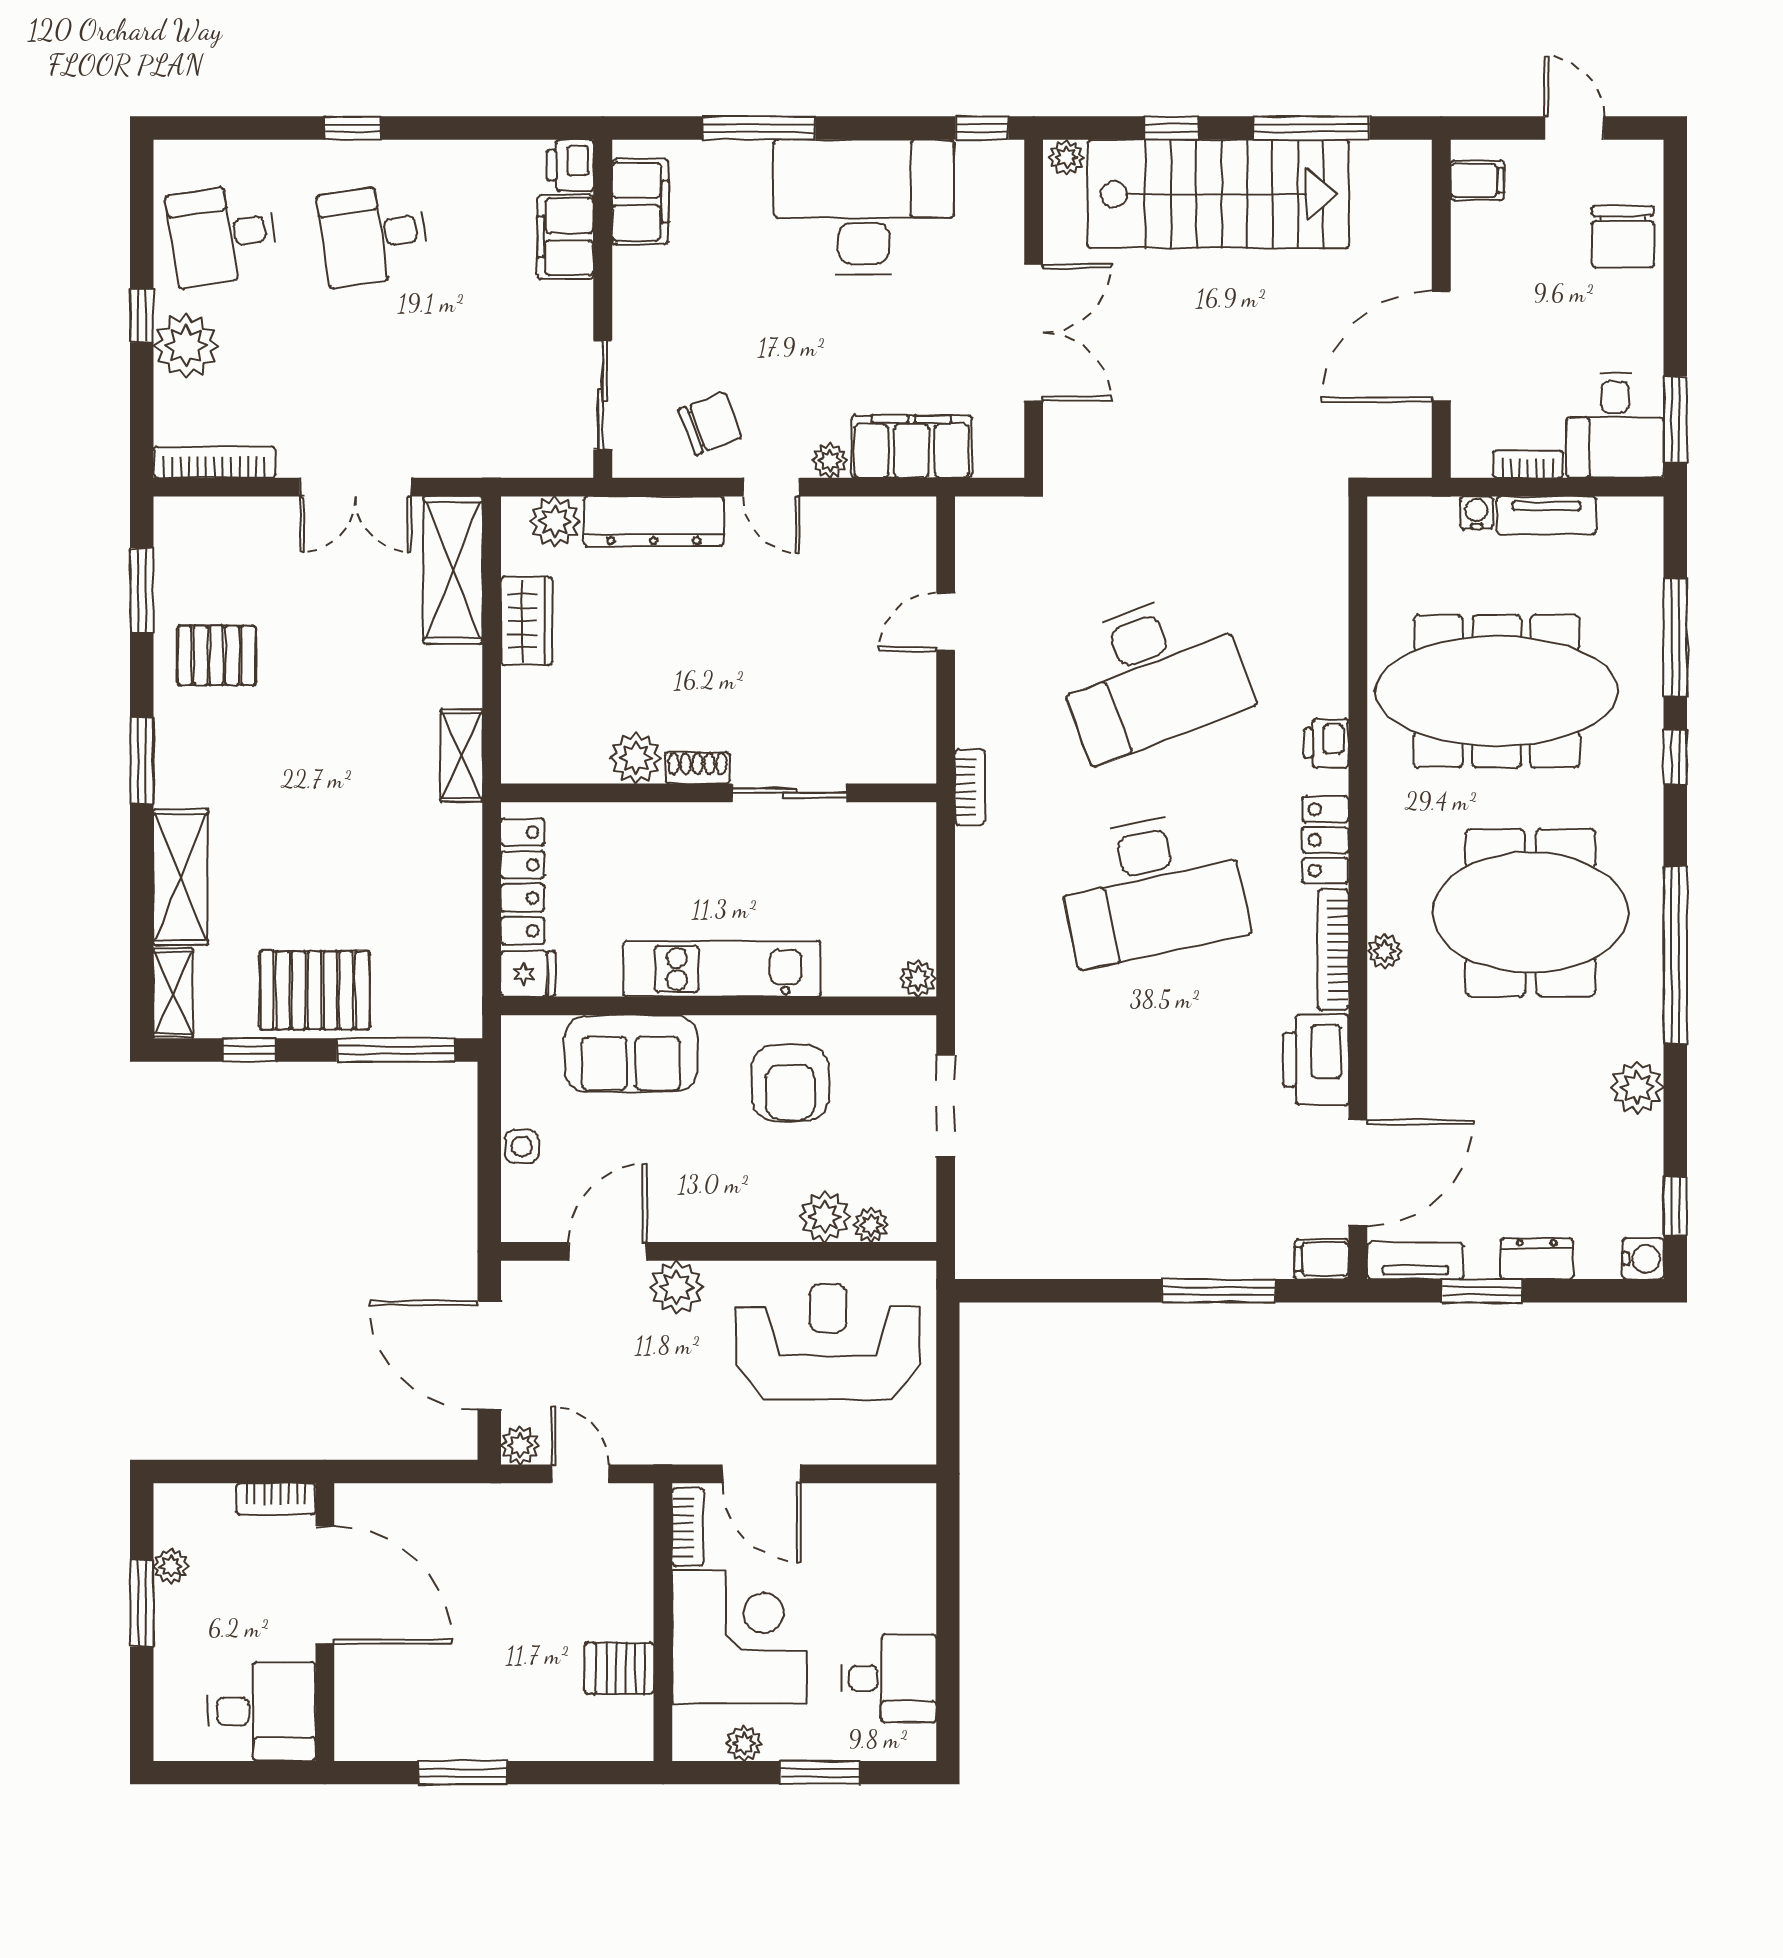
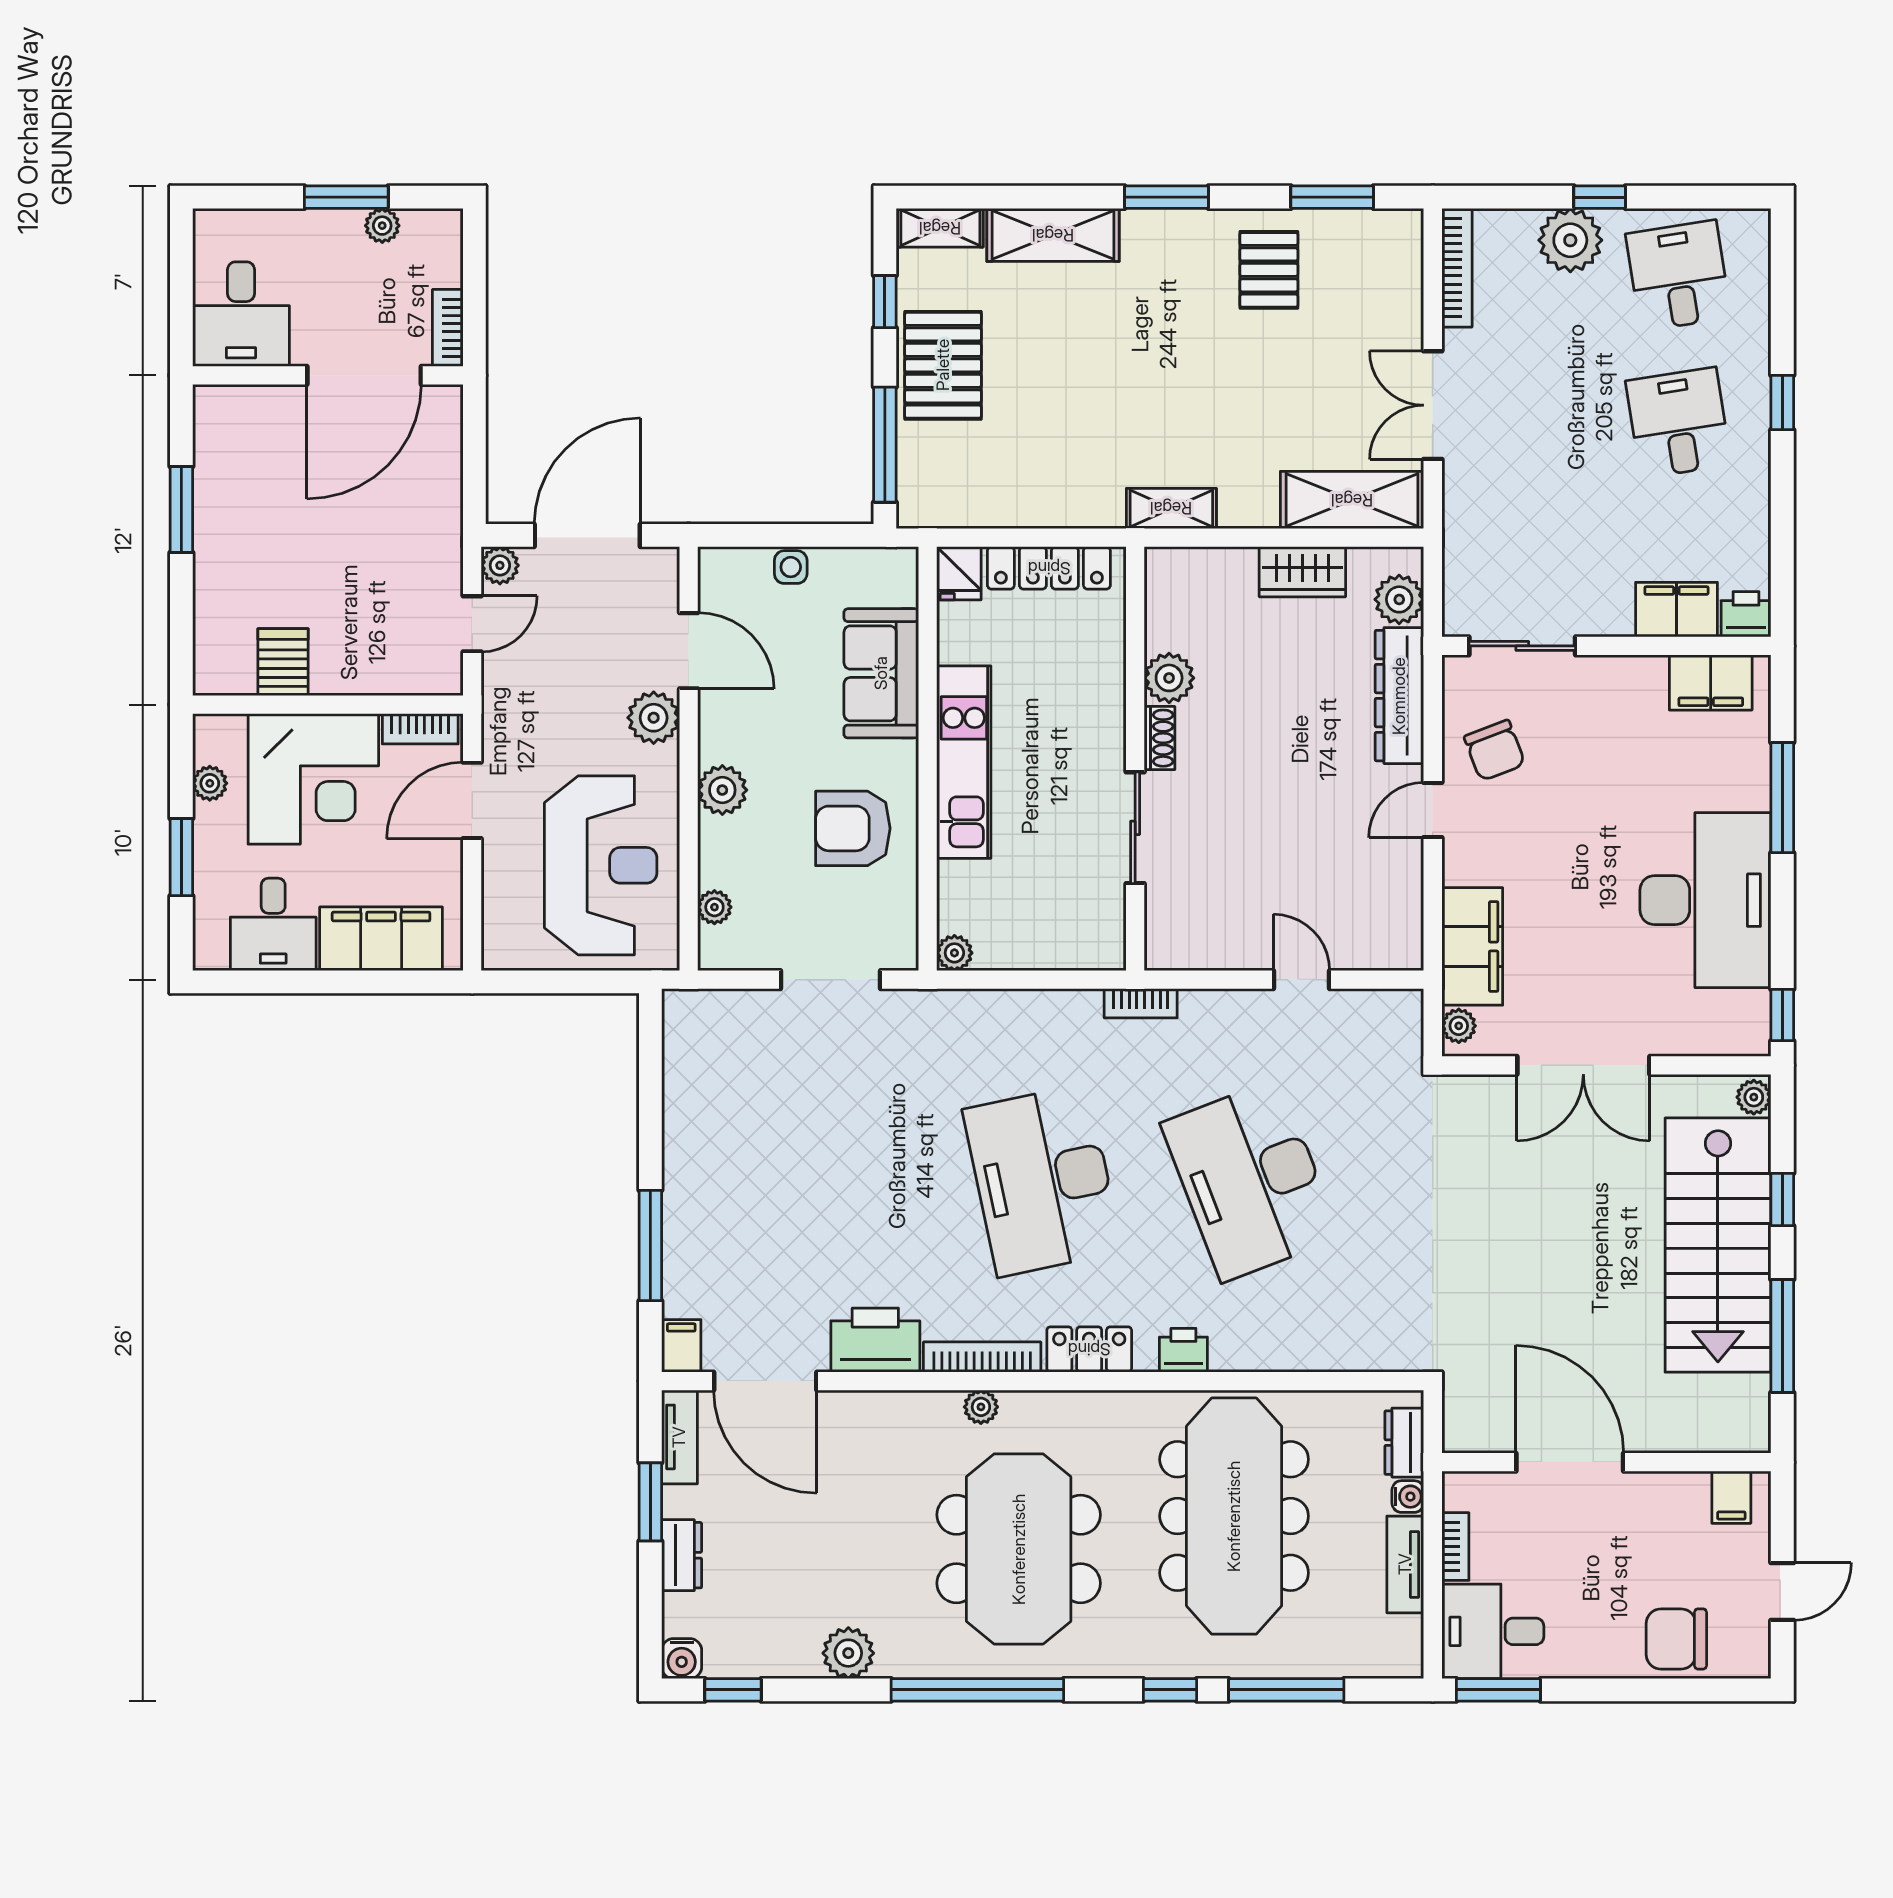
plant: (830, 460) -> (1459, 1026), moved
dresser: (1421, 516) -> (1404, 1443), added
plant: (825, 1217) -> (722, 790), moved
filing cabinet: (904, 1567) -> (381, 939), added

